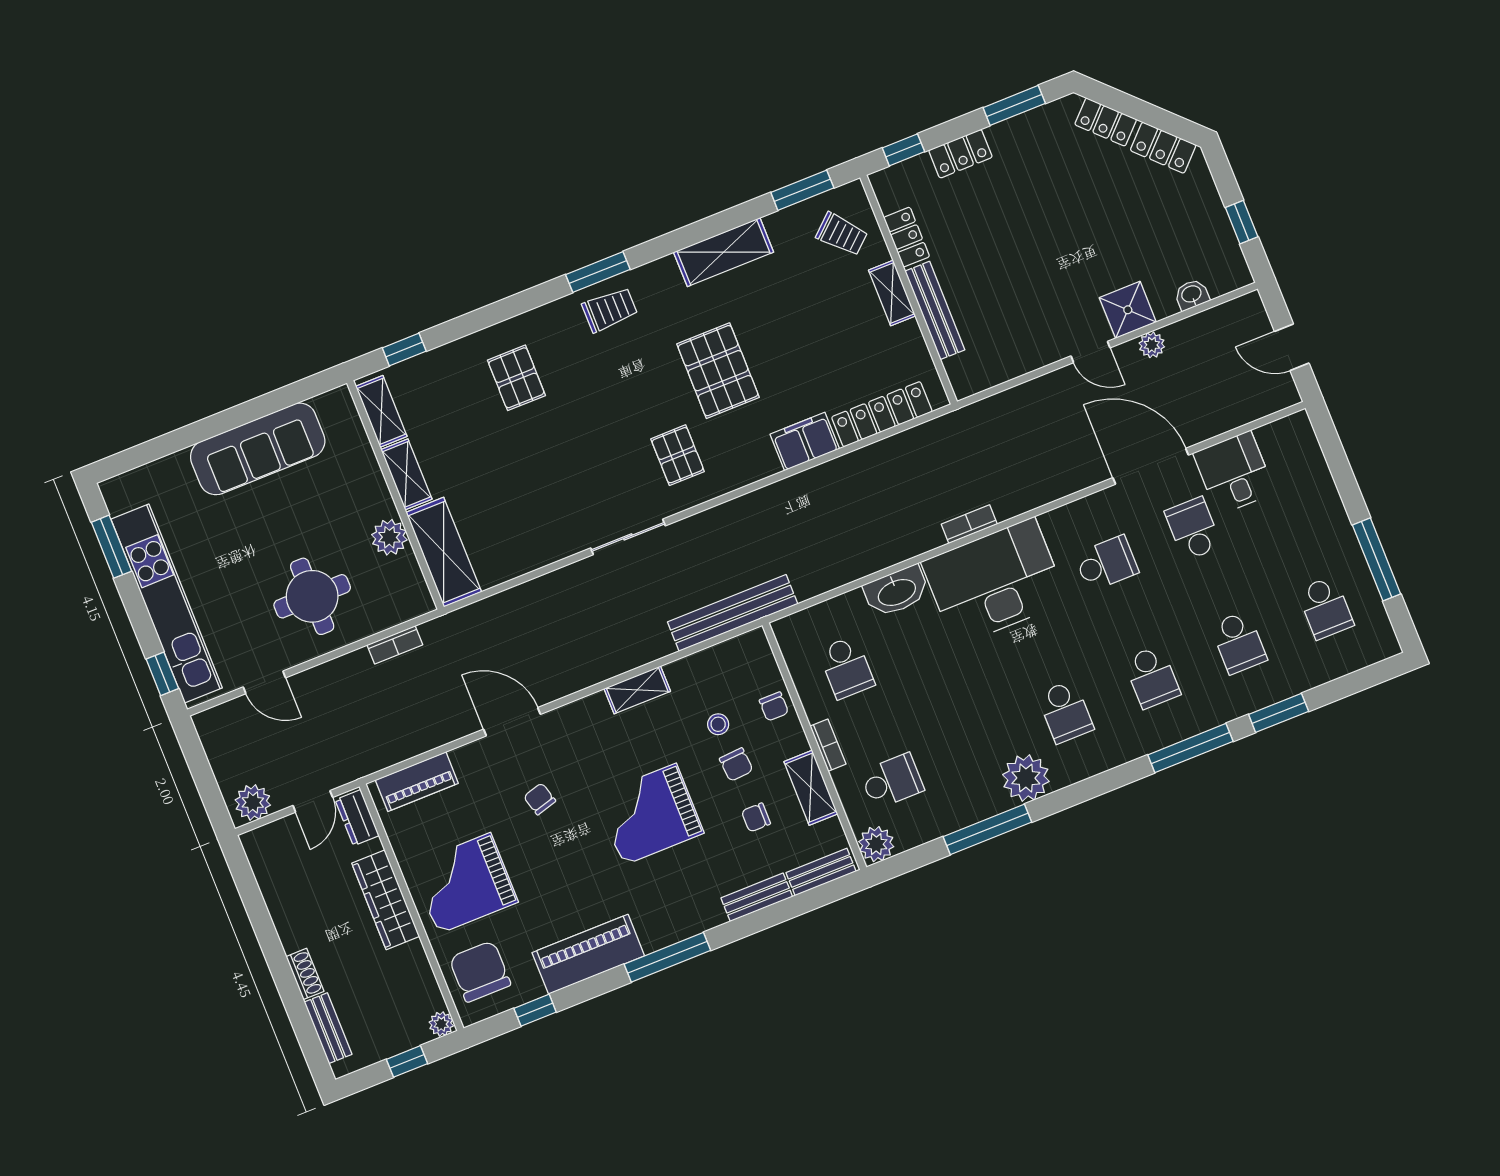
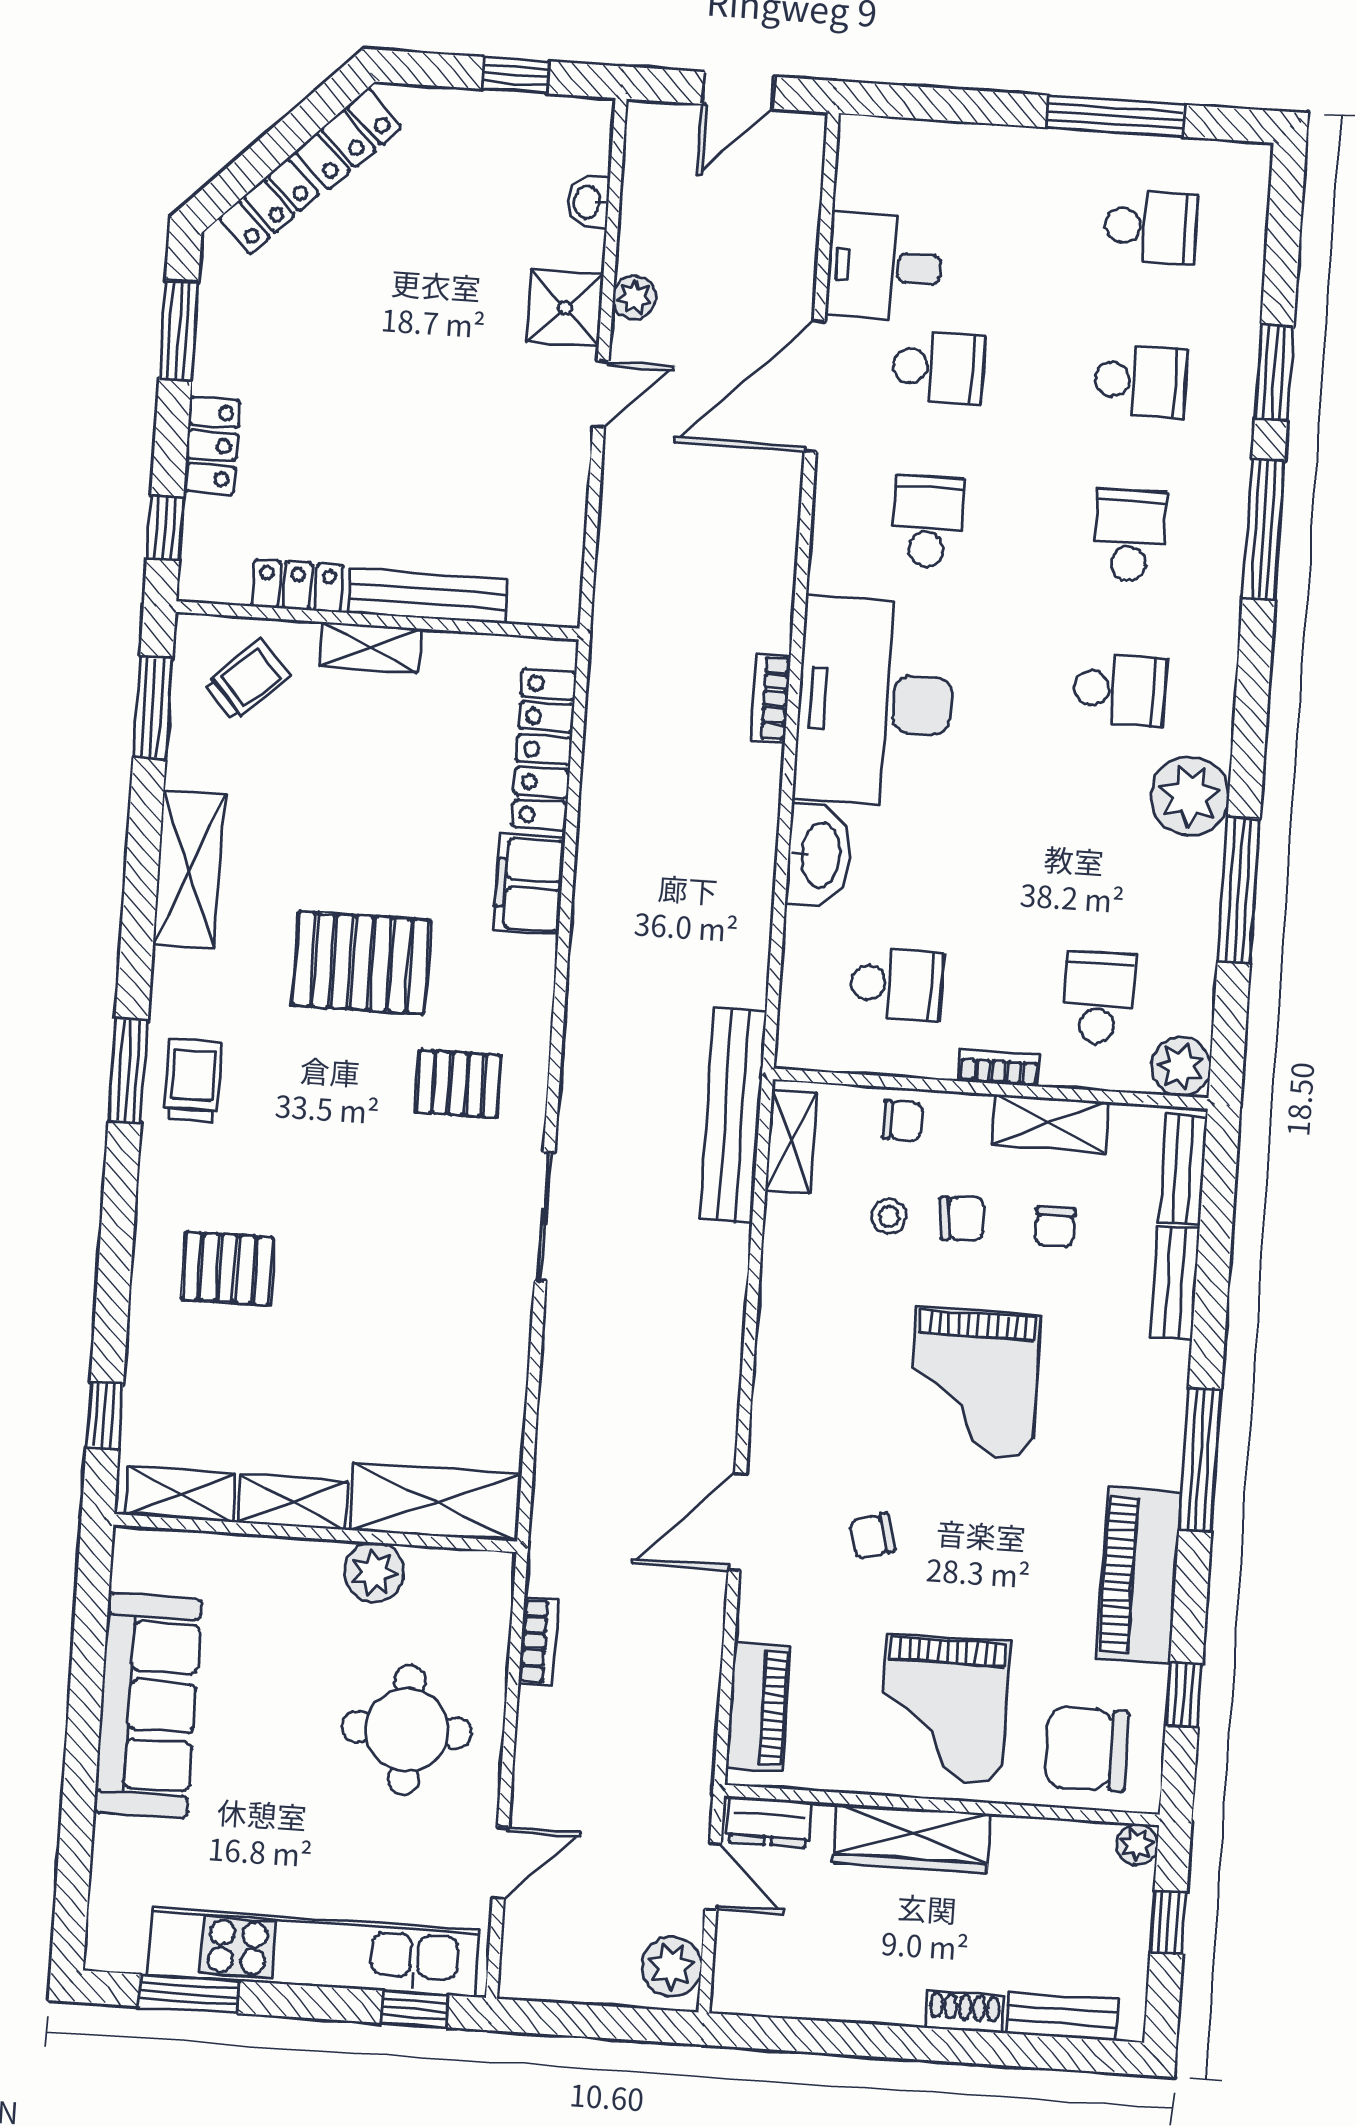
school desk: (1193, 529) -> (938, 368), turned 180
school desk: (1152, 677) -> (1130, 535), turned -90
shelving: (637, 690) -> (791, 1141), moved

